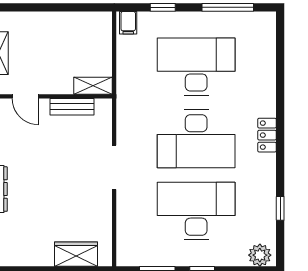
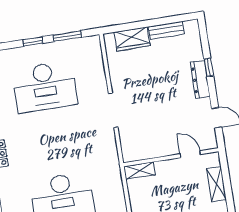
bench: (72, 107) -> (166, 30), moved
desk: (196, 139) -> (53, 142), removed

